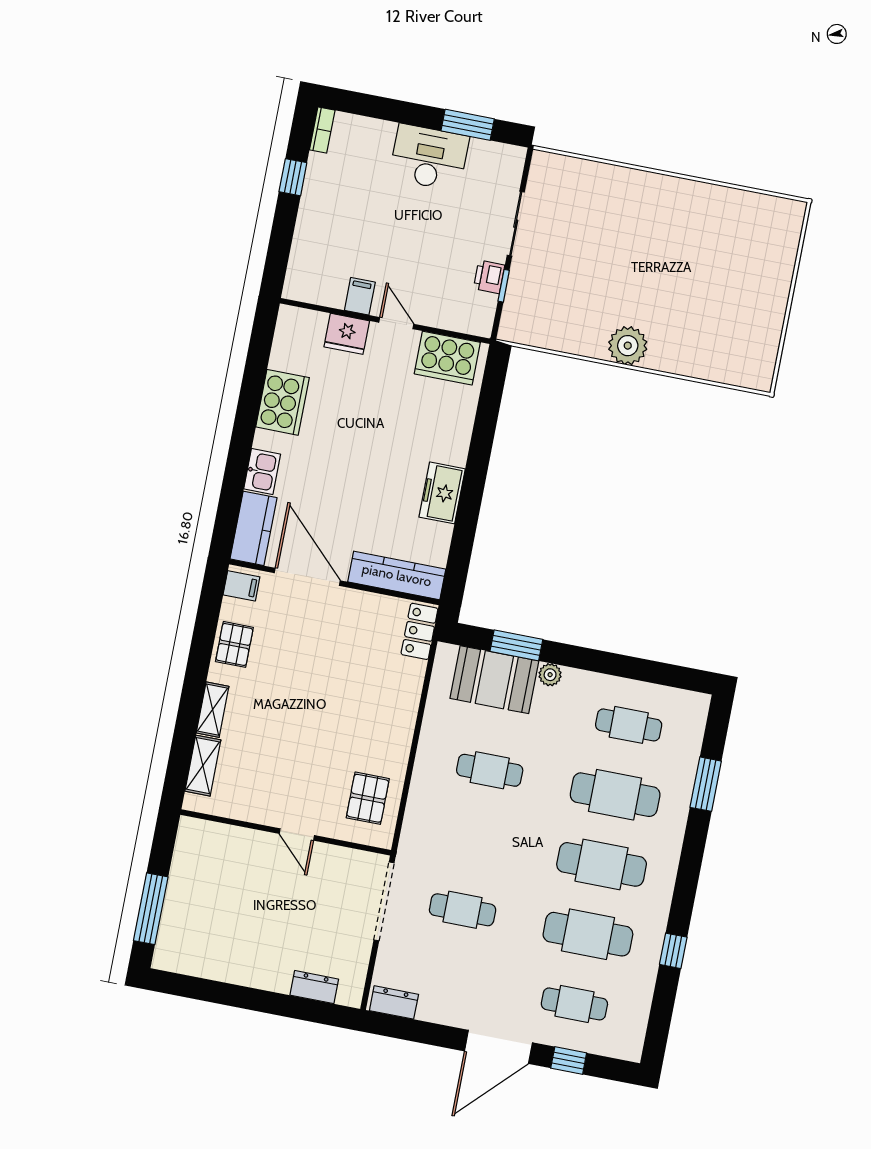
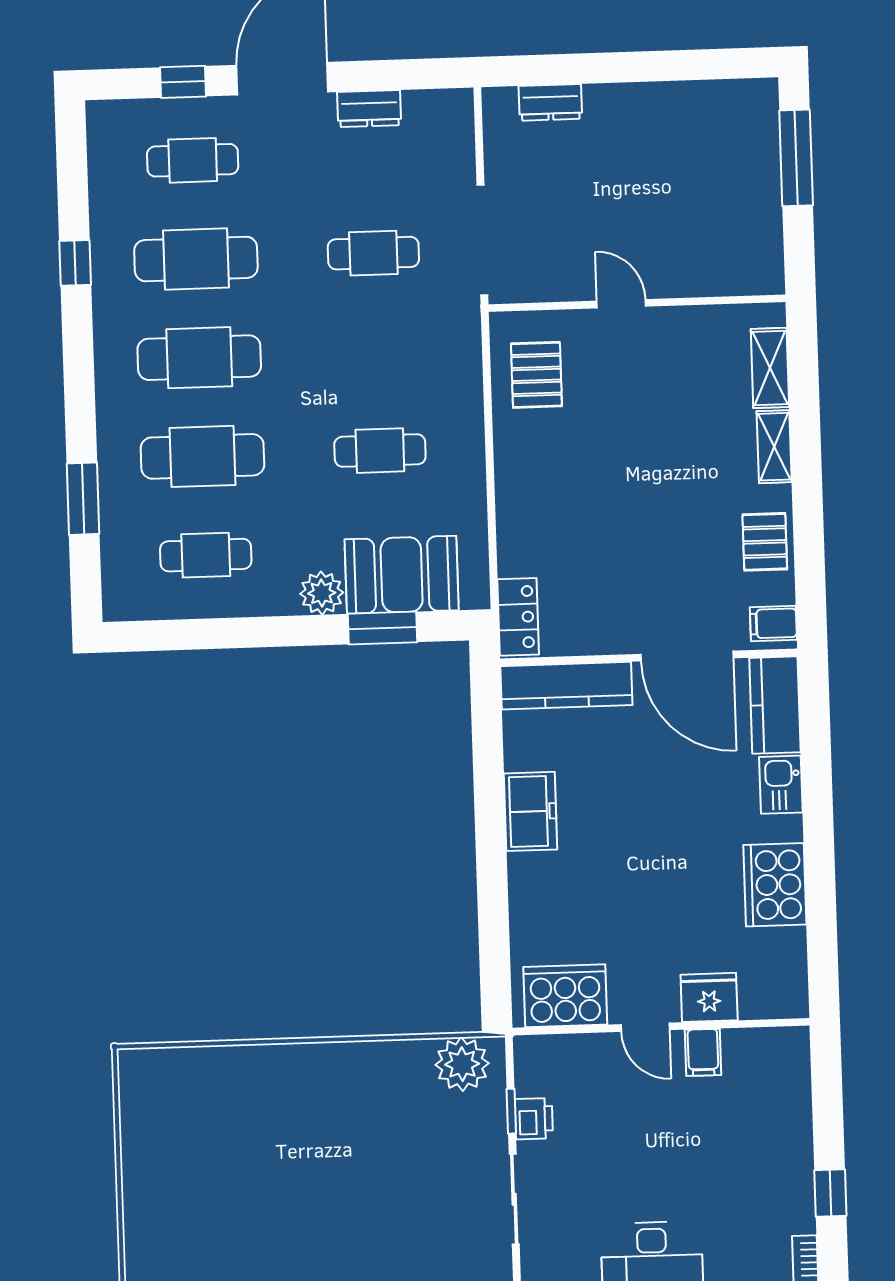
plant: (628, 346) -> (462, 1064), moved
plant: (550, 675) -> (322, 593), width x1.38, depth x1.38
dresser: (394, 1002) -> (369, 109), moved

